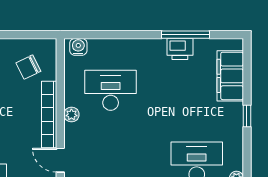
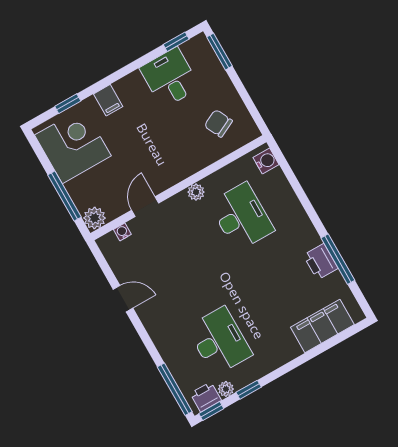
bookcase: (49, 114) -> (184, 170), removed
window: (247, 116) -> (249, 390), moved

